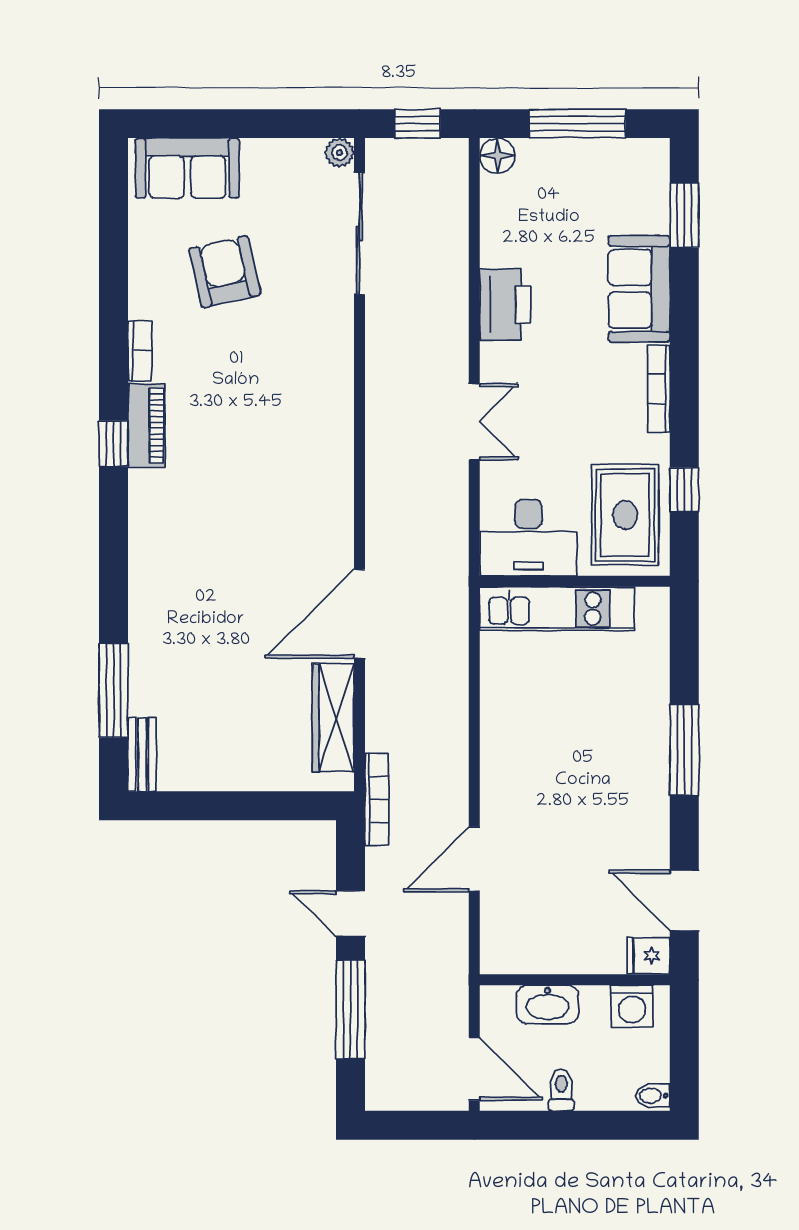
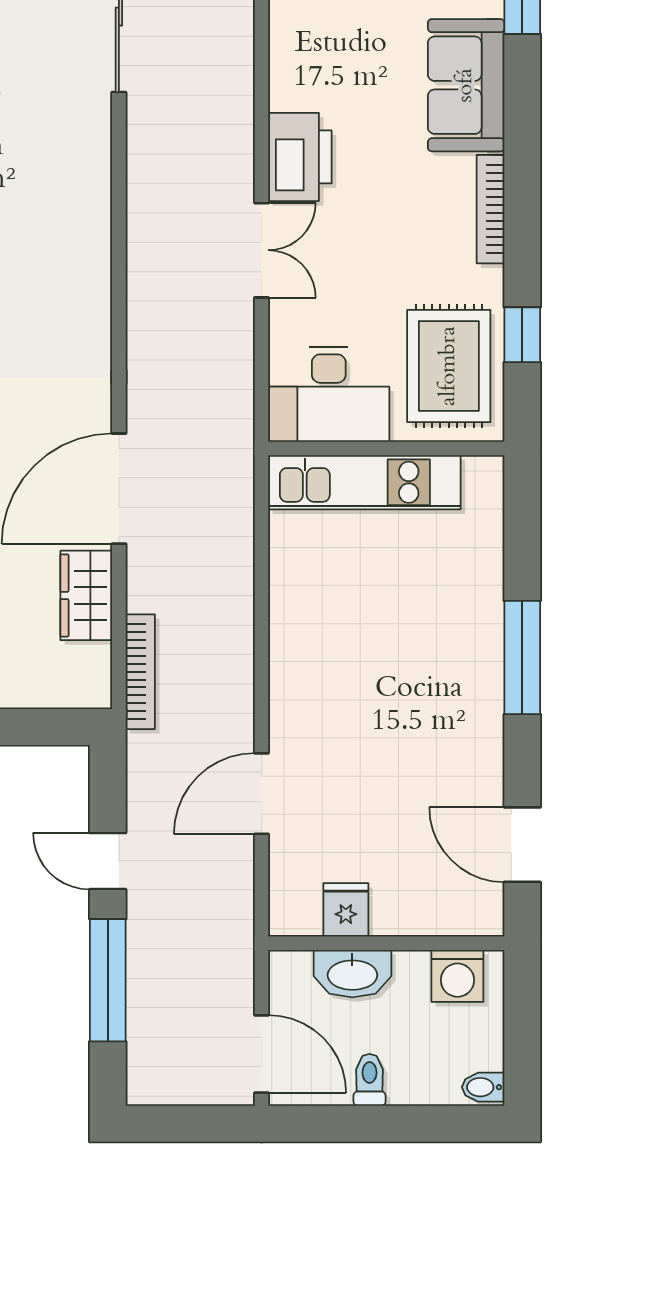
printer: (505, 305) -> (300, 157), moved
wardrobe: (333, 718) -> (86, 595), width x0.67
bookcase: (377, 799) -> (140, 672), moved
fridge: (648, 956) -> (346, 910), moved, turned 90

